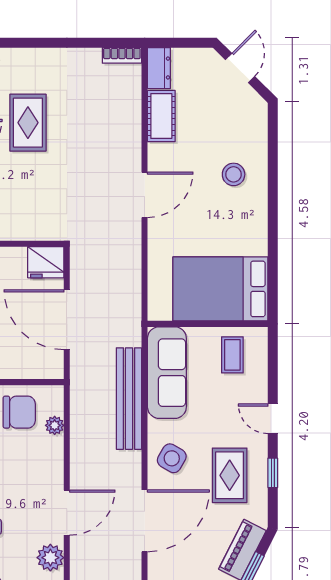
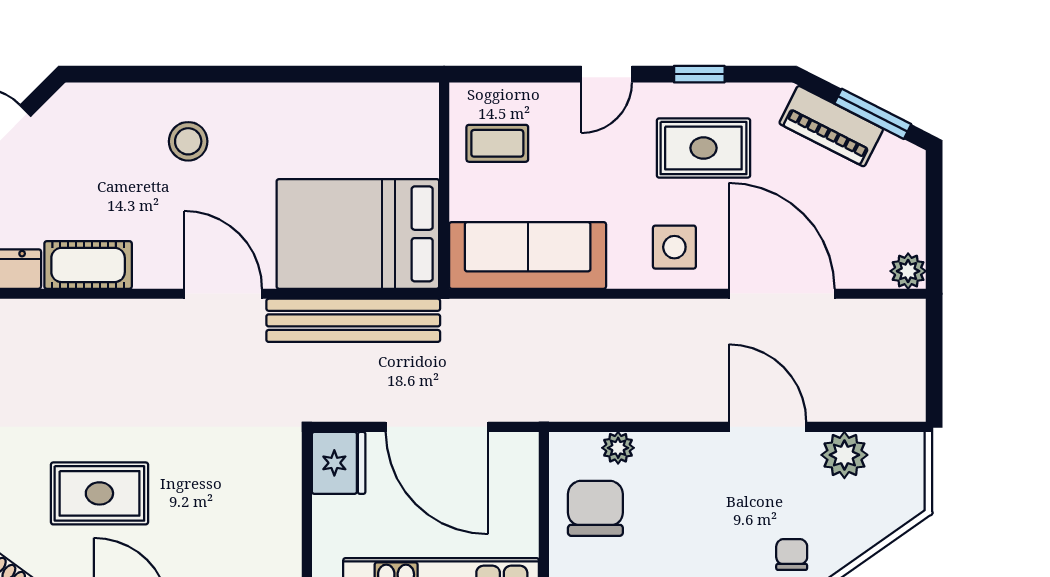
bed: (220, 289) -> (358, 234), moved, turned 90
door: (67, 320) -> (437, 427), hinge flipped
bench: (129, 399) -> (353, 320), moved
side table: (172, 458) -> (674, 247), turned -30

